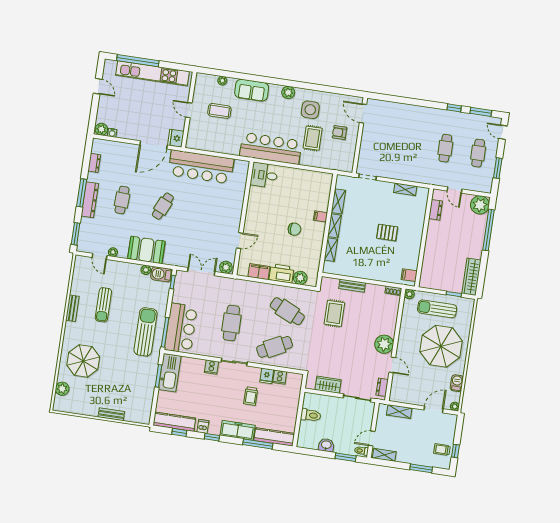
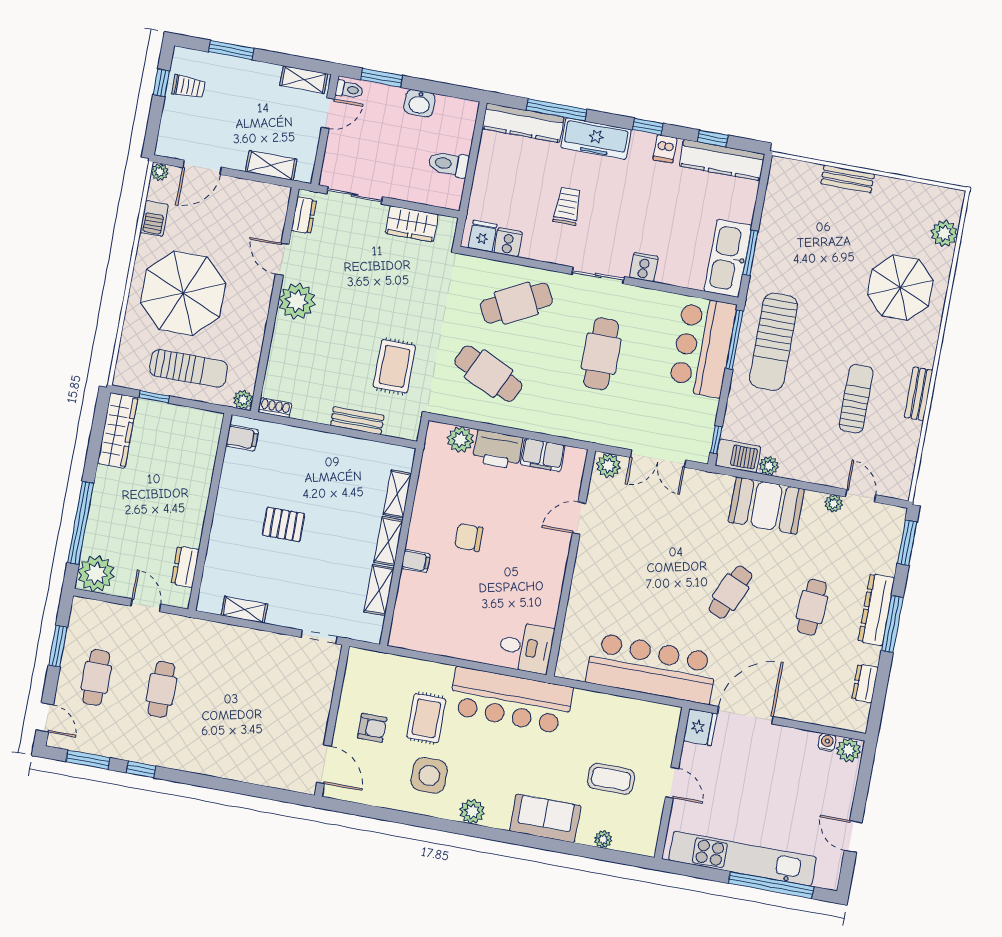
fridge: (267, 376) -> (483, 236), moved

